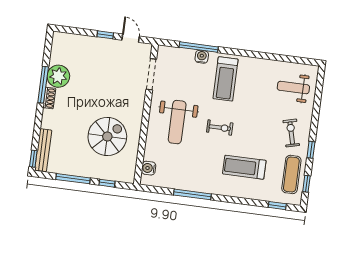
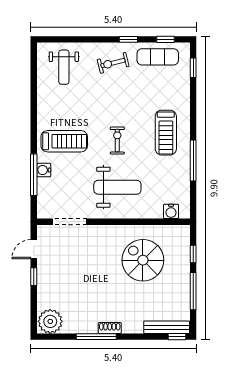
plant: (58, 76) -> (50, 321), moved
treadmill: (244, 167) -> (166, 133), moved

